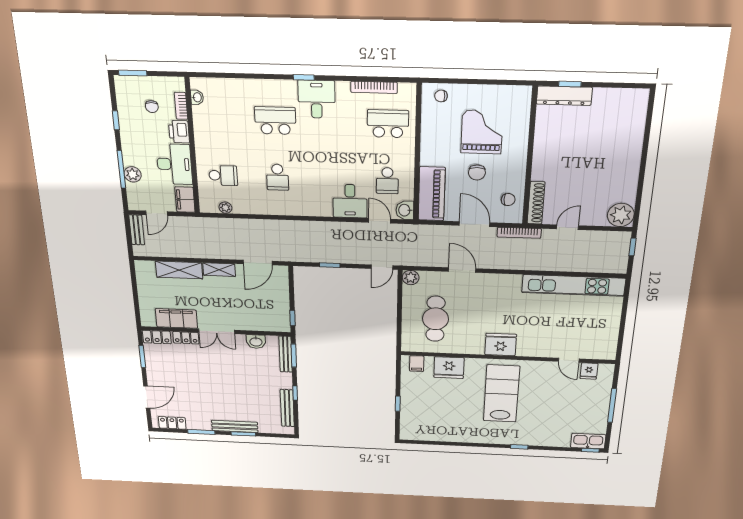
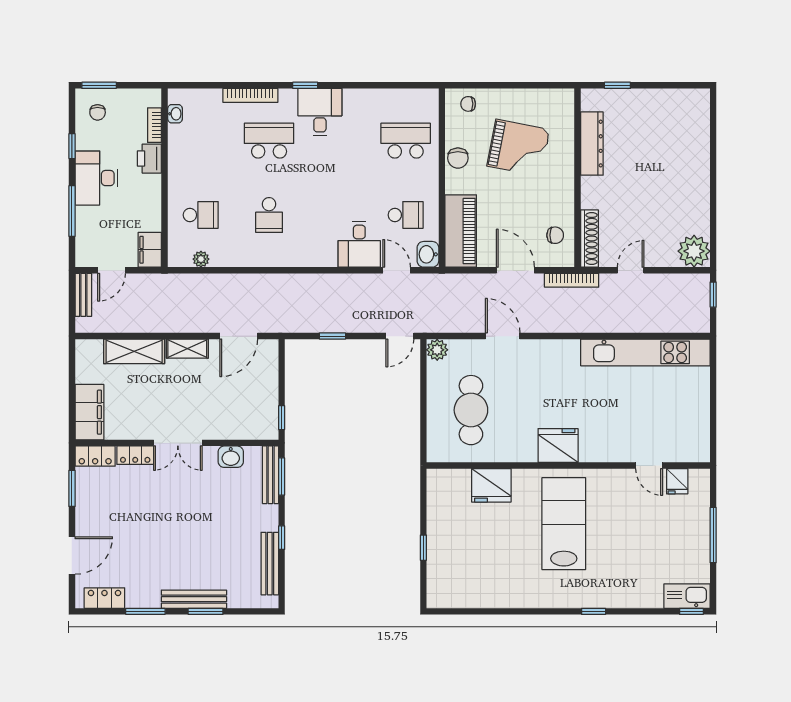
bookcase: (374, 87) -> (250, 95), moved
dresser: (564, 96) -> (592, 144), moved, turned -90
chair: (152, 107) -> (98, 112), moved
grand piano: (482, 132) -> (518, 148), turned 101
desk: (174, 164) -> (96, 178), moved, turned 180
chair: (477, 172) -> (458, 158), moved
plant: (133, 174) -> (86, 217), removed
school desk: (387, 181) -> (406, 215), turned -90
filing cabinet: (176, 318) -> (89, 412), moved, turned 90
filing cabinet: (417, 364) -> (448, 481), removed

